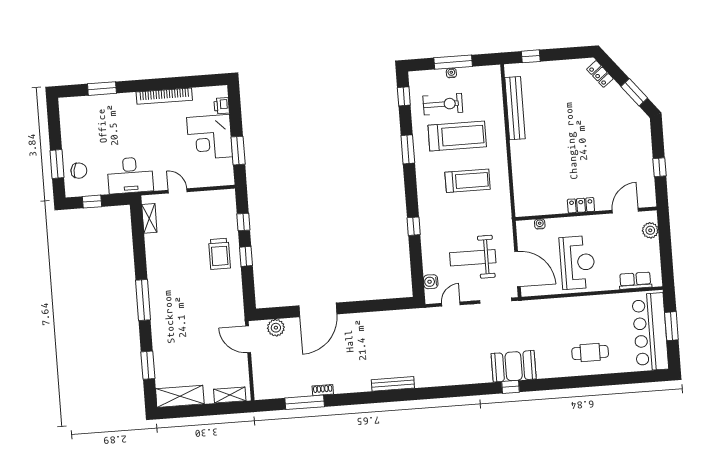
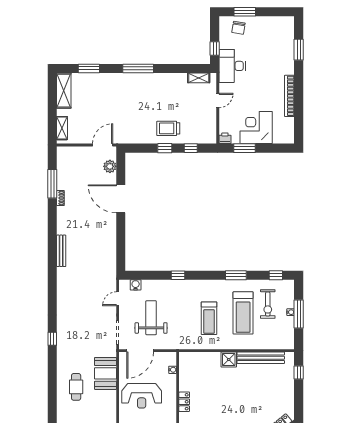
printer: (222, 106) -> (225, 138), moved
shower: (521, 150) -> (229, 360), added
window: (92, 202) -> (215, 49), moved
door: (451, 304) -> (118, 299), swing flipped
cafe table: (590, 353) -> (76, 387), moved
booth: (514, 366) -> (105, 373), moved

